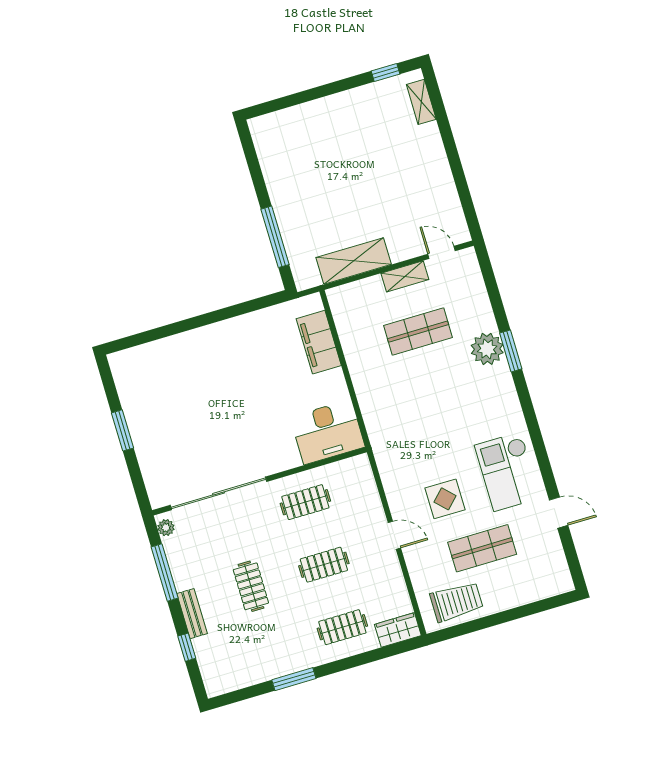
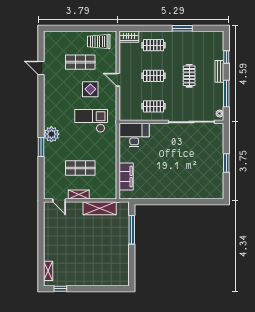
plant: (487, 349) -> (51, 134), moved
checkout: (507, 472) -> (91, 121), moved, turned -90

